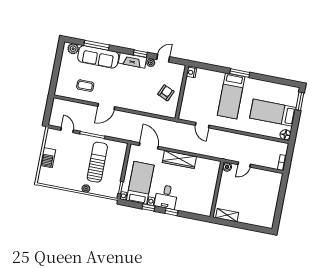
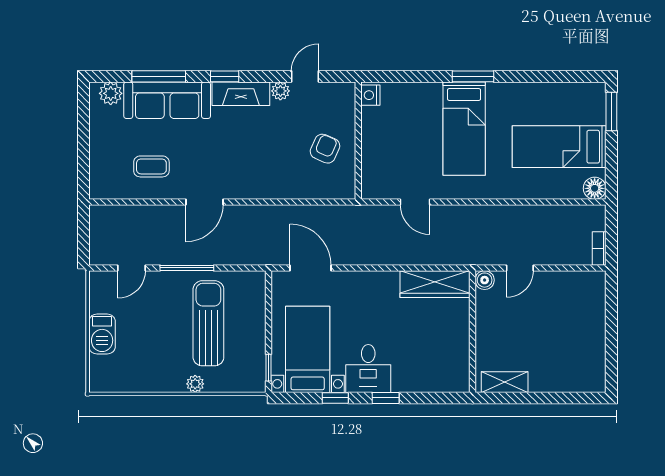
window: (140, 54) -> (225, 76), moved
door: (67, 130) -> (132, 268), swing flipped
wardrobe: (179, 160) -> (435, 284), moved

